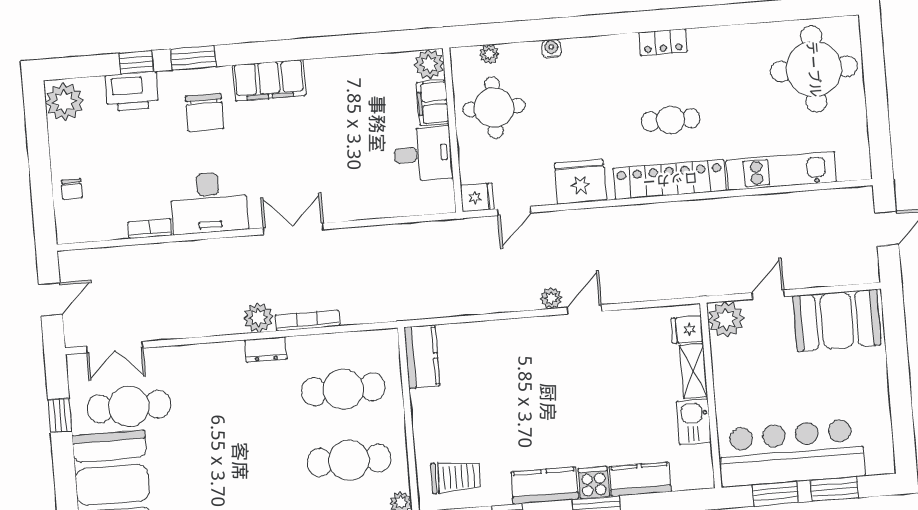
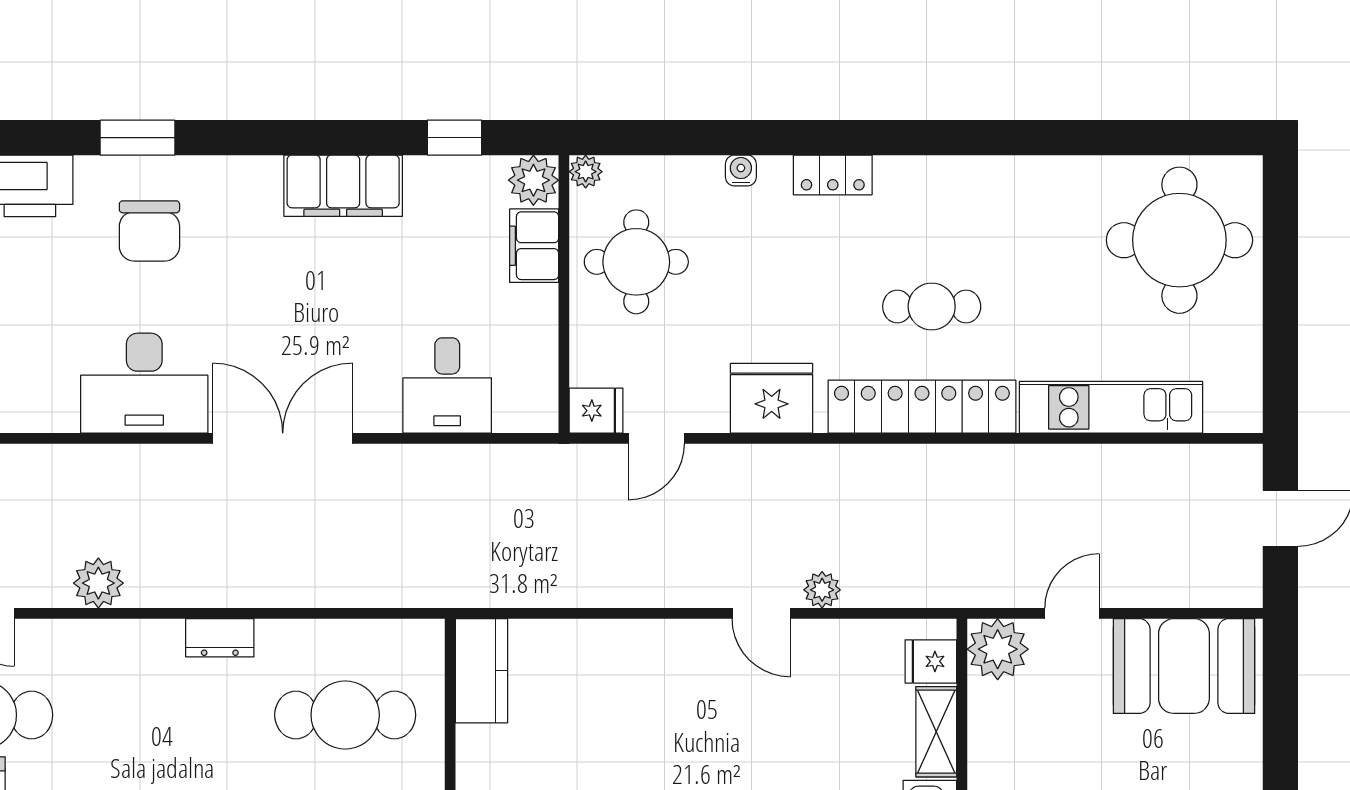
locker: (663, 42) -> (833, 175), moved
plant: (489, 54) -> (586, 172), moved
window: (136, 62) -> (455, 138), moved
filing cabinet: (269, 80) -> (343, 186), moved
desk: (423, 154) -> (447, 385), moved, turned 90
bookcase: (150, 229) -> (41, 419), removed
double door: (293, 229) -> (283, 438), width x1.37
plant: (551, 298) -> (822, 590), moved
door: (584, 309) -> (761, 613), swing flipped
plant: (258, 318) -> (98, 583), moved
bookcase: (307, 320) -> (294, 594), removed

